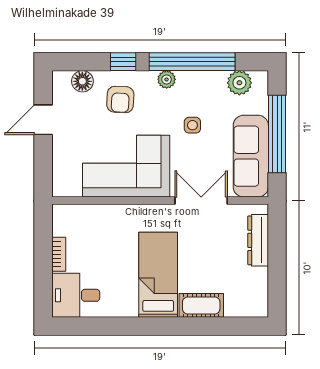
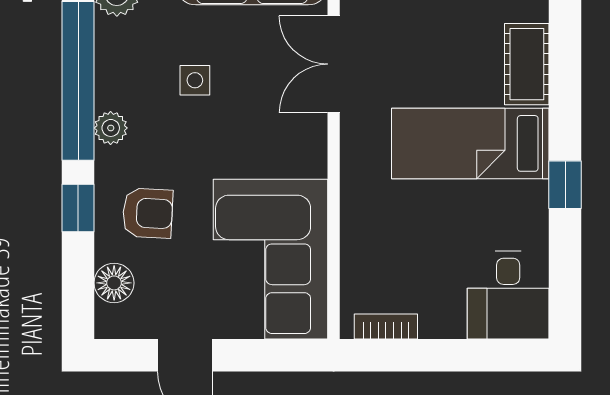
corner sofa: (126, 166) -> (270, 259), moved
bookcase: (59, 254) -> (386, 326), moved
window: (136, 326) -> (565, 185), added

